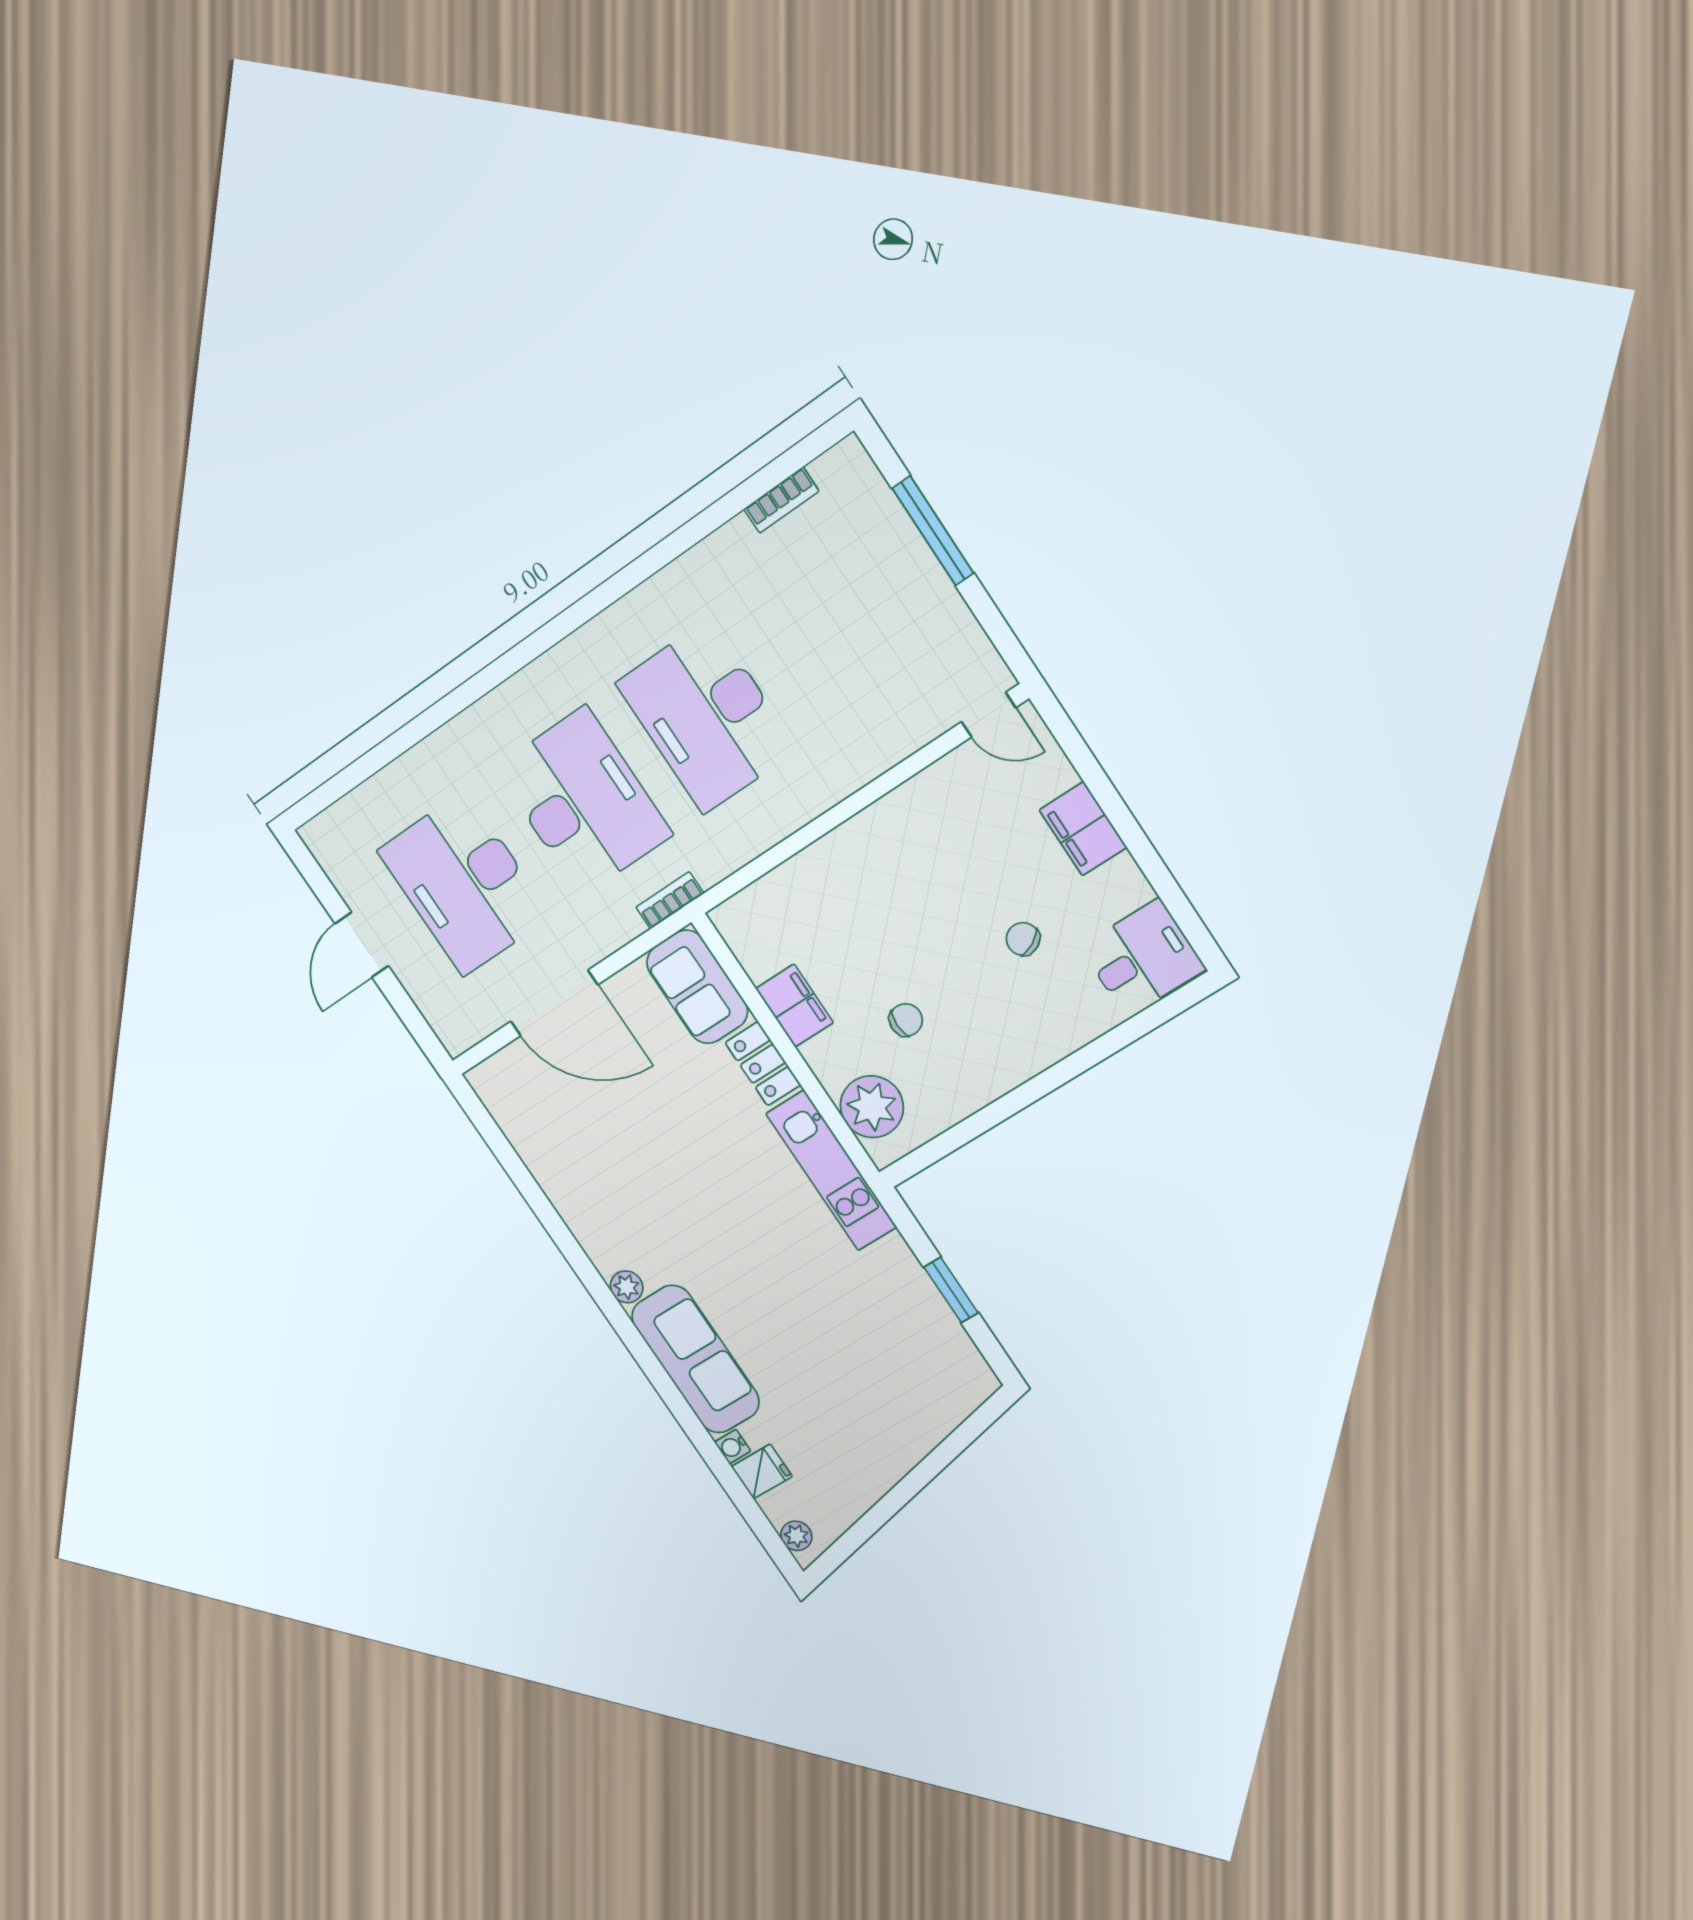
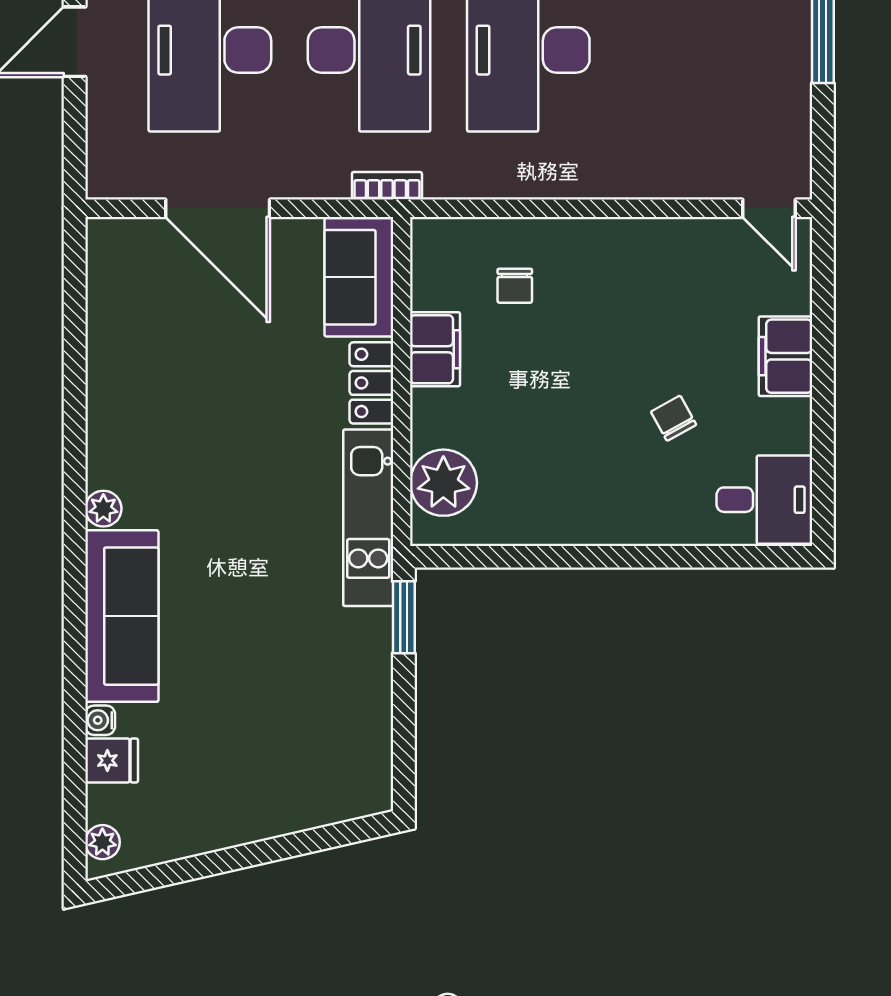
chair: (906, 1020) -> (515, 286), moved, turned 90
window: (951, 1290) -> (404, 617), moved

